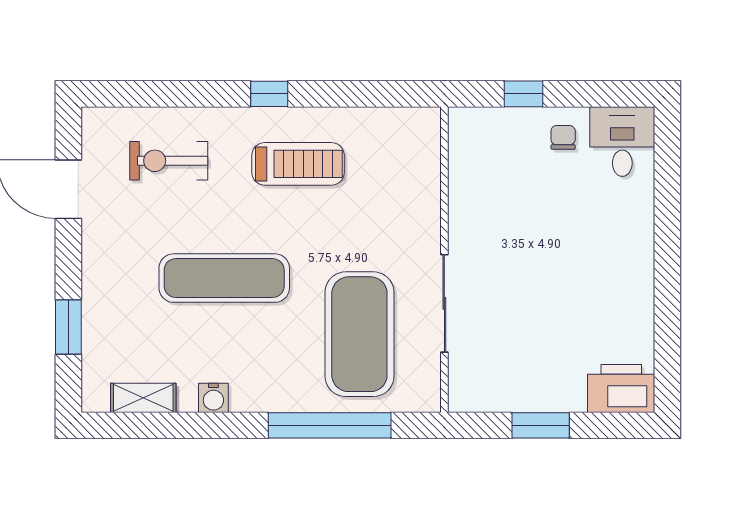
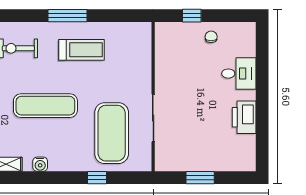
window: (269, 94) -> (67, 16), width x2.17
desk: (622, 142) -> (239, 74), moved, turned 90
printer: (621, 389) -> (244, 117), moved, turned -90
window: (330, 425) -> (97, 178), width x0.32

